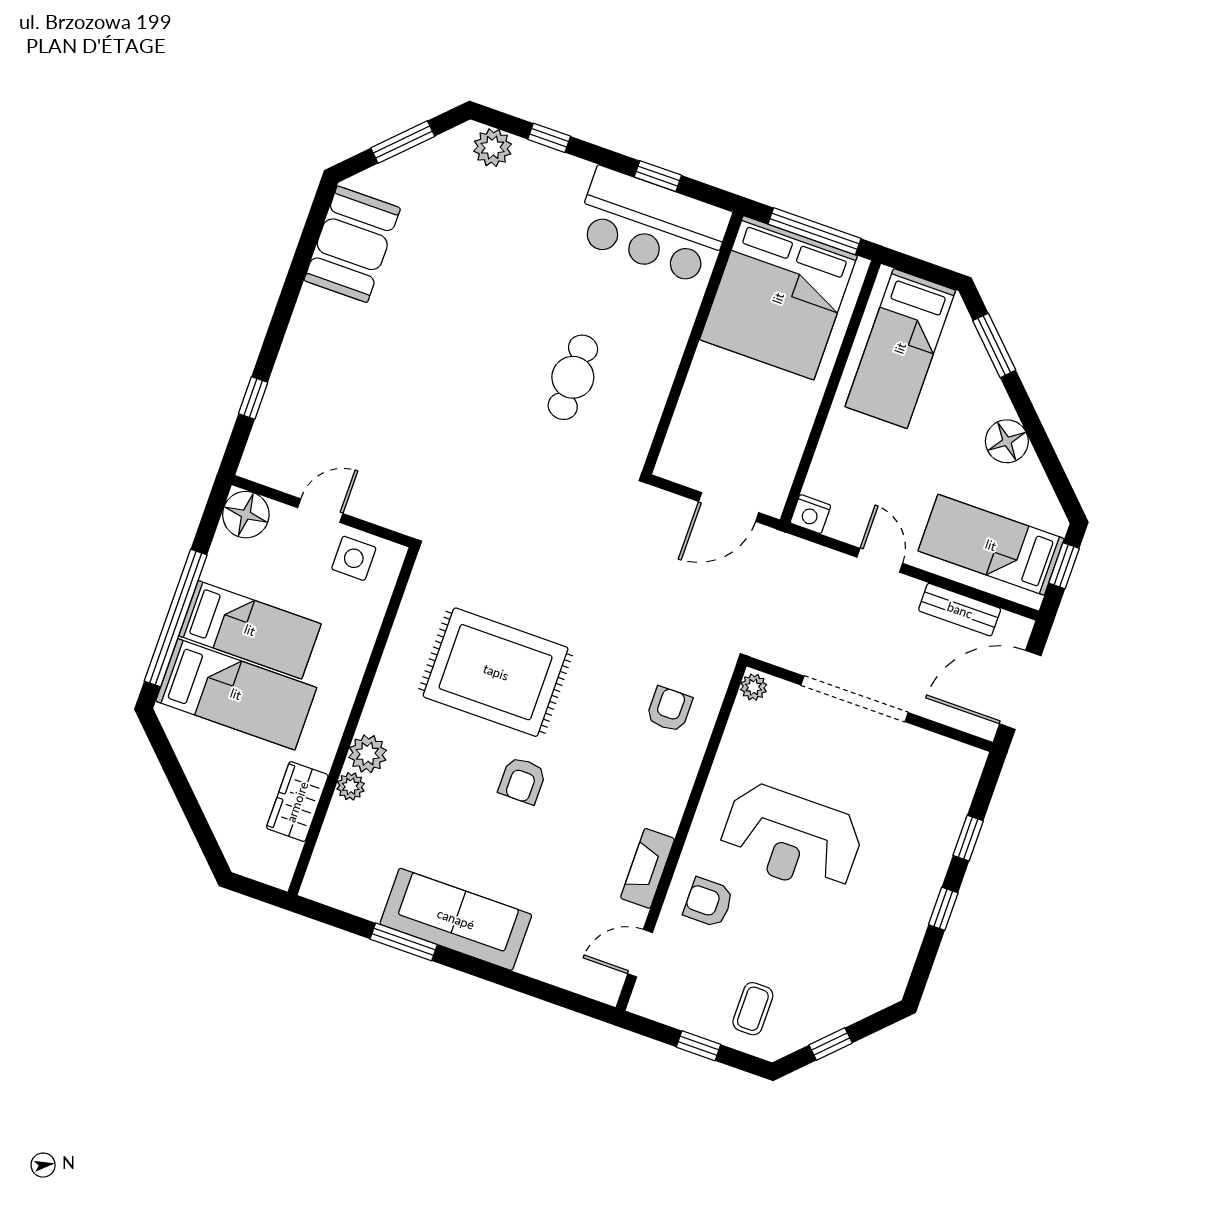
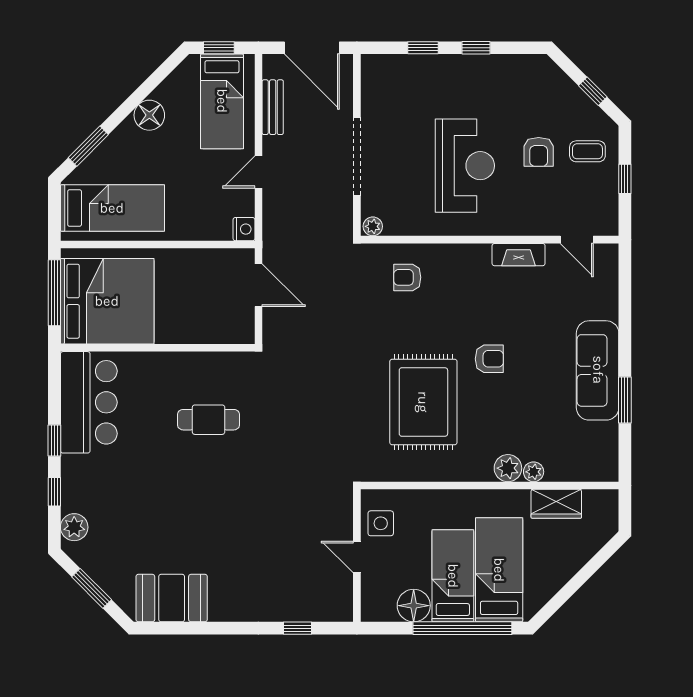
window: (658, 176) -> (54, 440), moved
floor lamp: (246, 515) -> (414, 606), moved
armchair: (708, 902) -> (539, 152), moved

